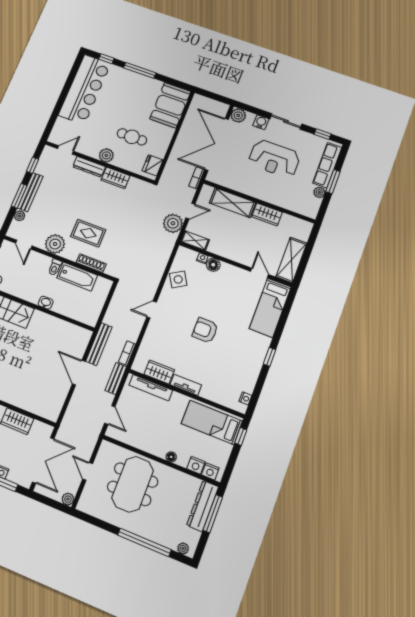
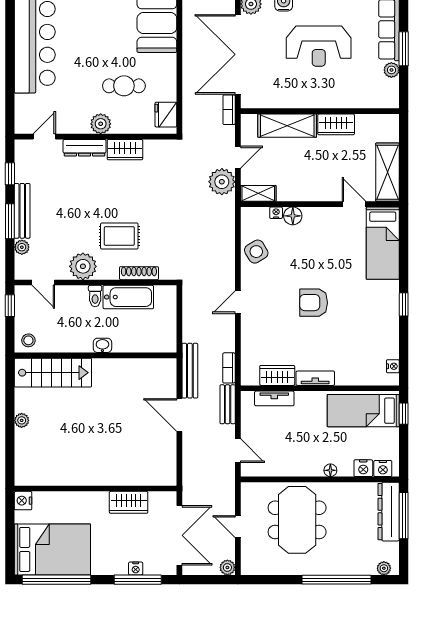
tv unit: (151, 388) -> (274, 398), width x0.71

